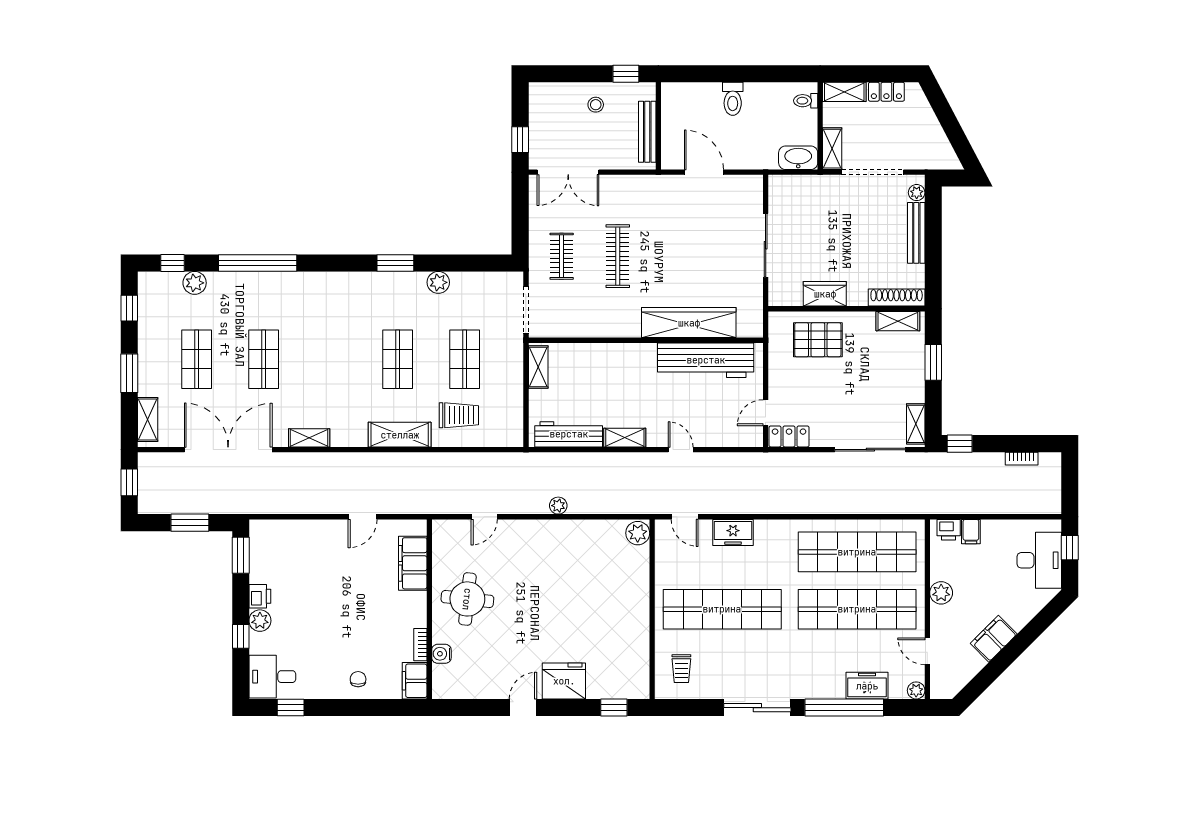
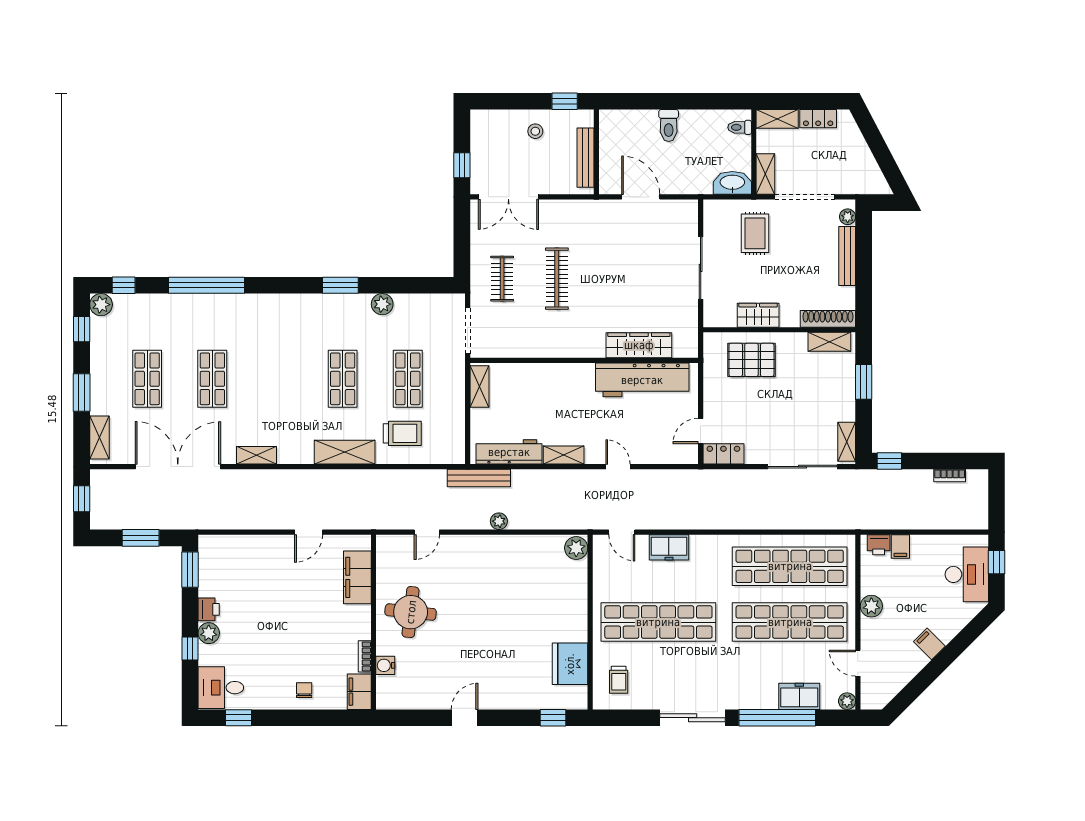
rug: (822, 210) -> (755, 233), added
plant: (195, 283) -> (101, 305), moved
wardrobe: (689, 323) -> (639, 345), width x0.71, depth x0.85
bench: (538, 461) -> (479, 478), added
filing cabinet: (994, 639) -> (929, 644), width x0.50
fridge: (564, 681) -> (570, 664), moved, turned -90

